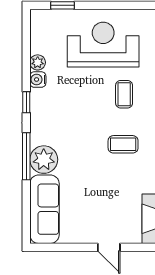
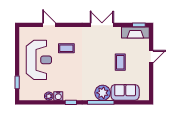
reception desk: (103, 45) -> (39, 60), turned 180
coffee table: (123, 144) -> (120, 62), moved
sofa: (44, 209) -> (125, 92), width x0.73

